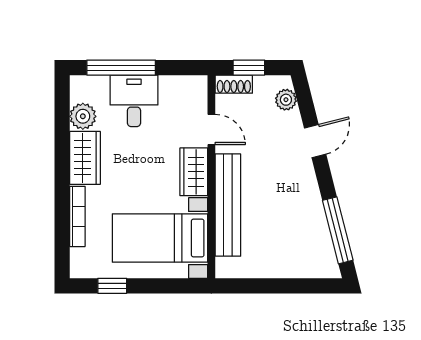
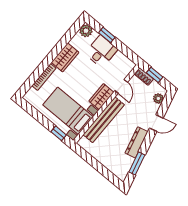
window: (121, 68) -> (107, 35), width x0.46
plant: (83, 116) -> (86, 31), moved
dresser: (309, 198) -> (137, 142), added
window: (338, 230) -> (137, 163), width x0.69
window: (112, 286) -> (59, 133), moved

